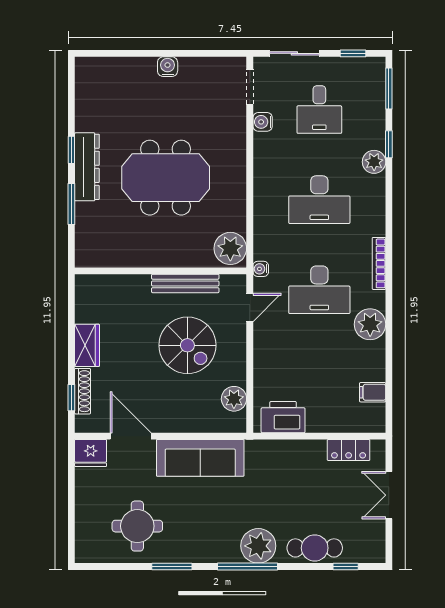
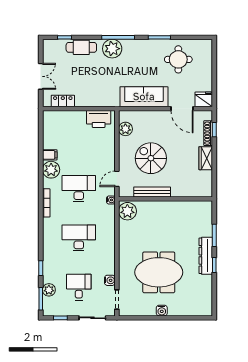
plant: (374, 162) -> (49, 290), moved
meeting table: (166, 178) -> (159, 272), moved
filing cabinet: (373, 392) -> (50, 155), moved

